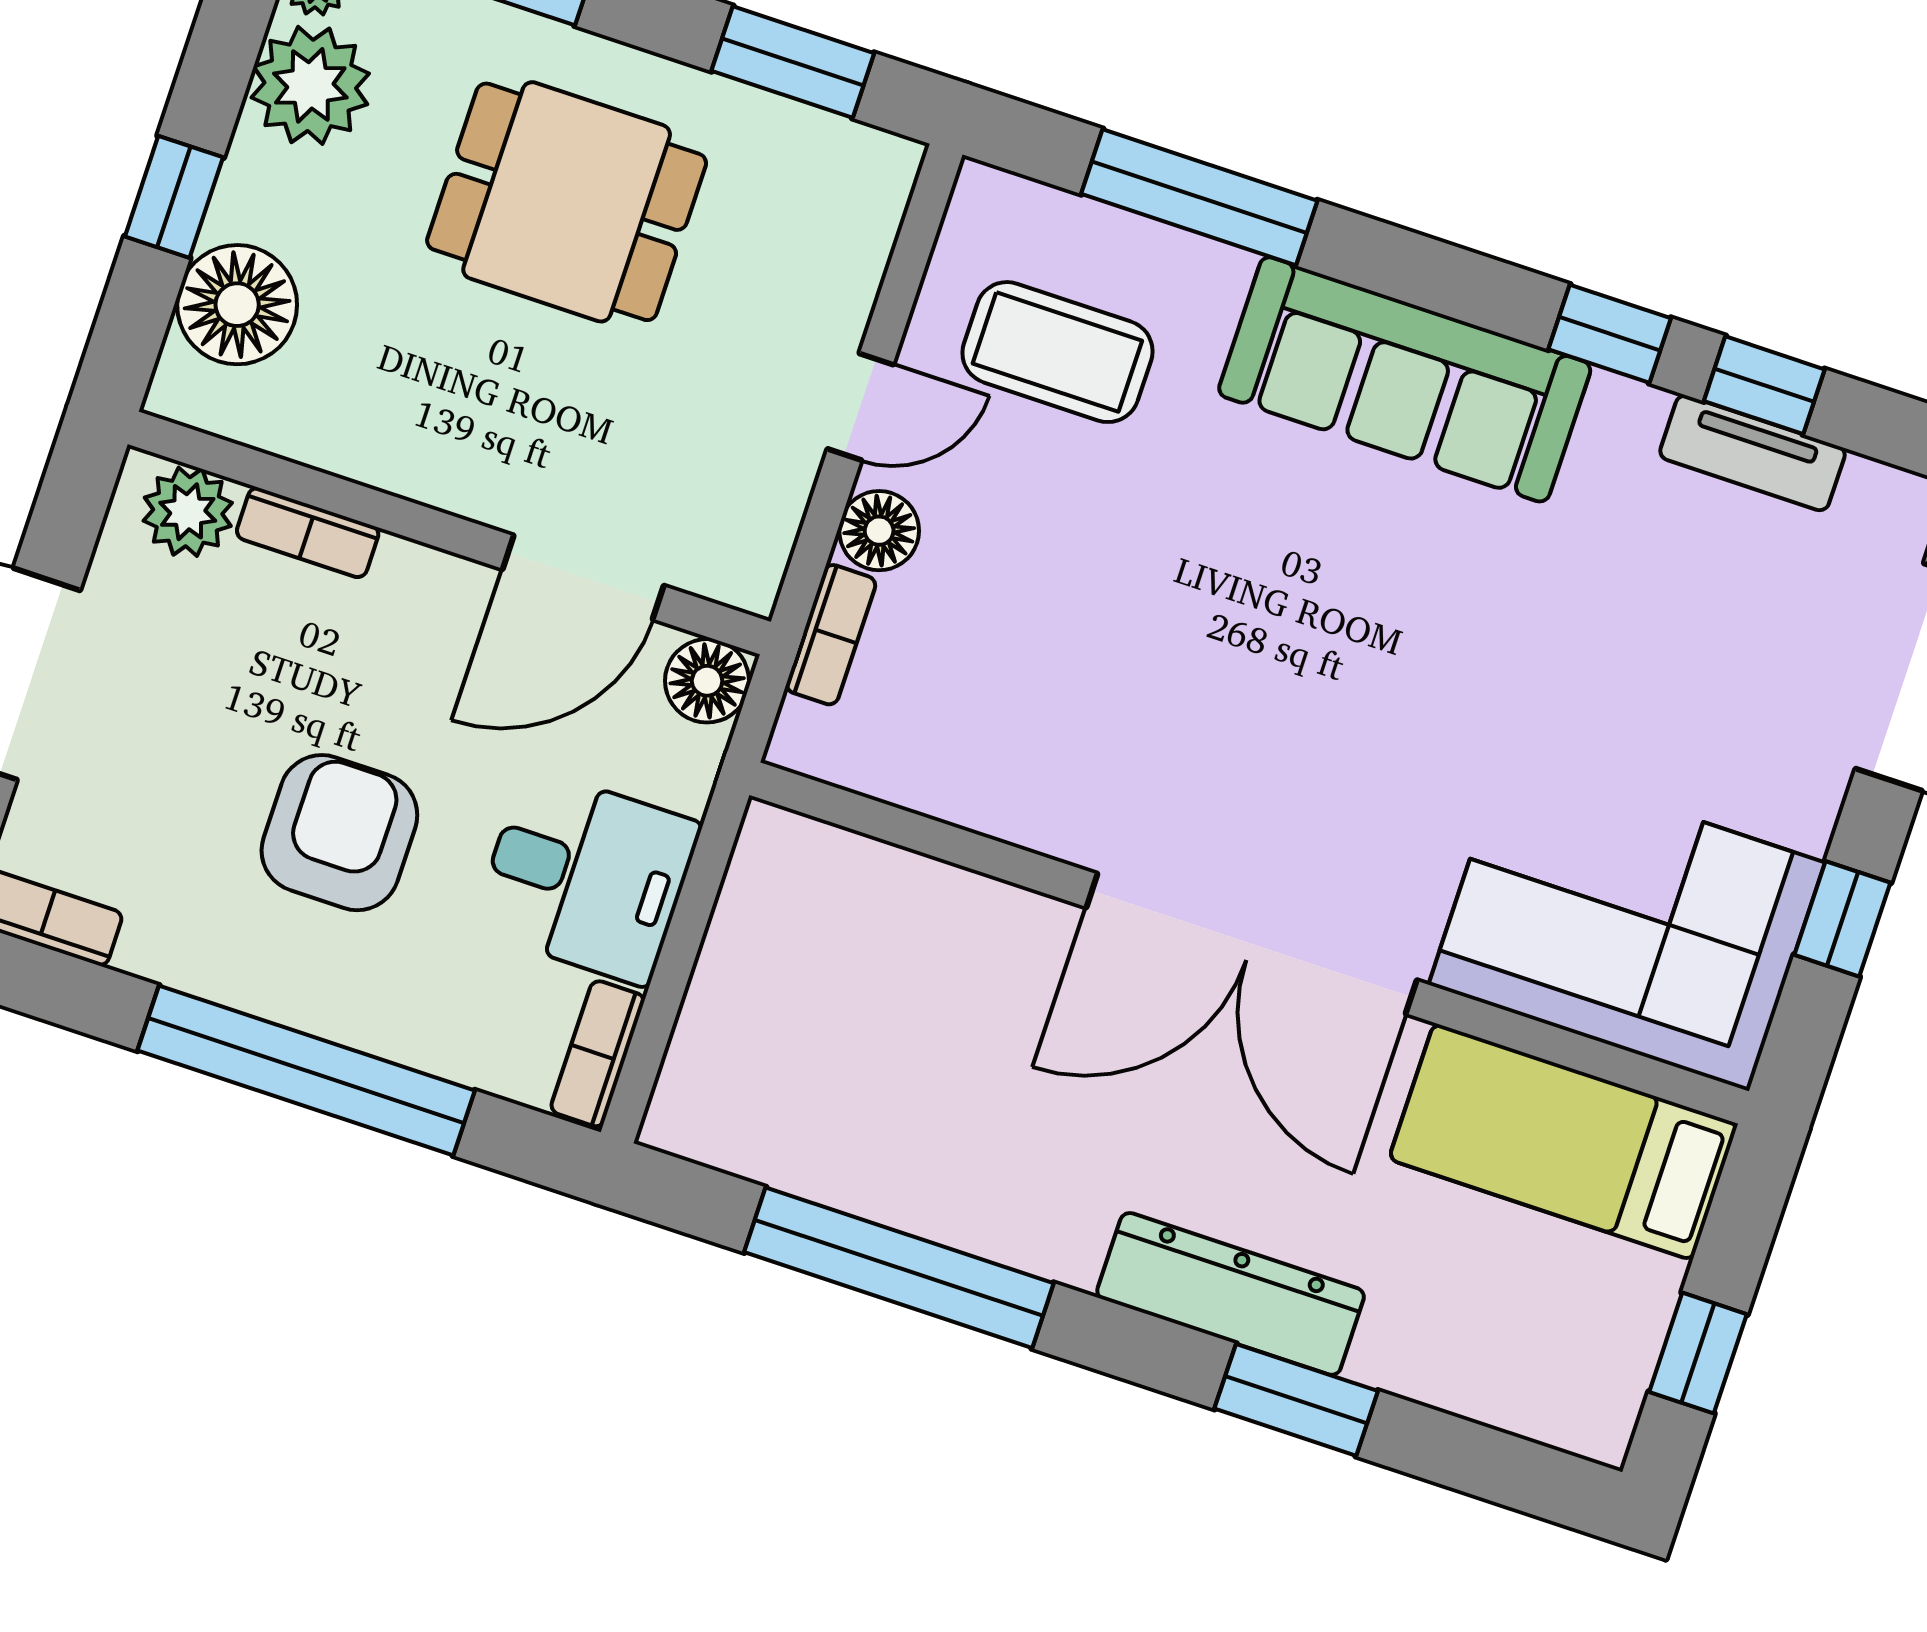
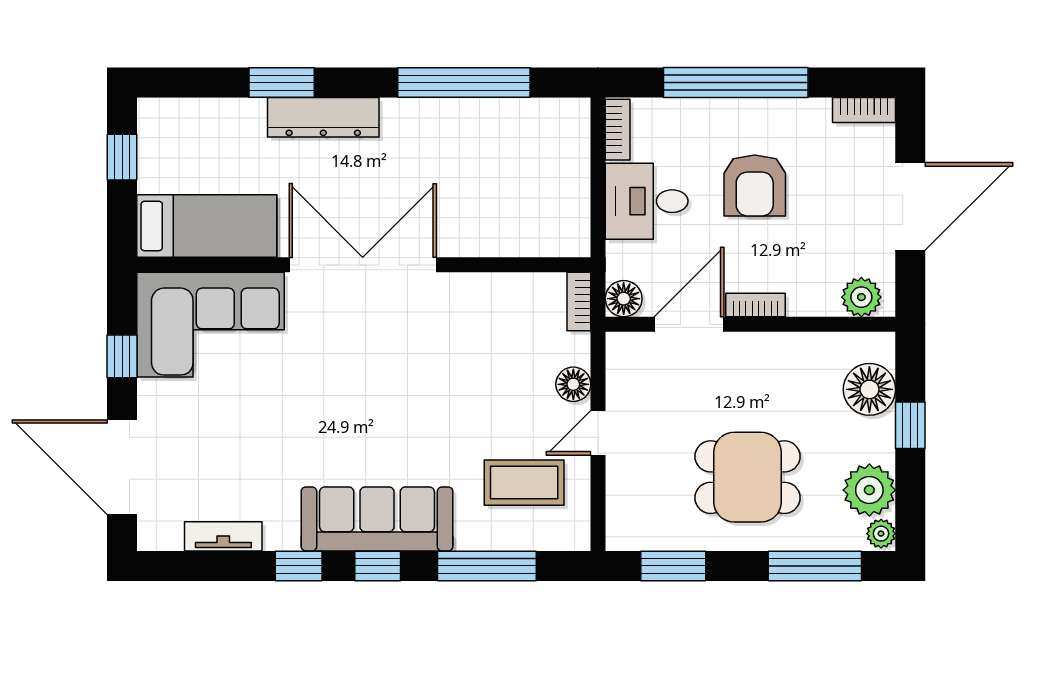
window: (1764, 385) -> (378, 566), moved
bookcase: (308, 533) -> (755, 305), moved
bookcase: (831, 635) -> (579, 302), moved

